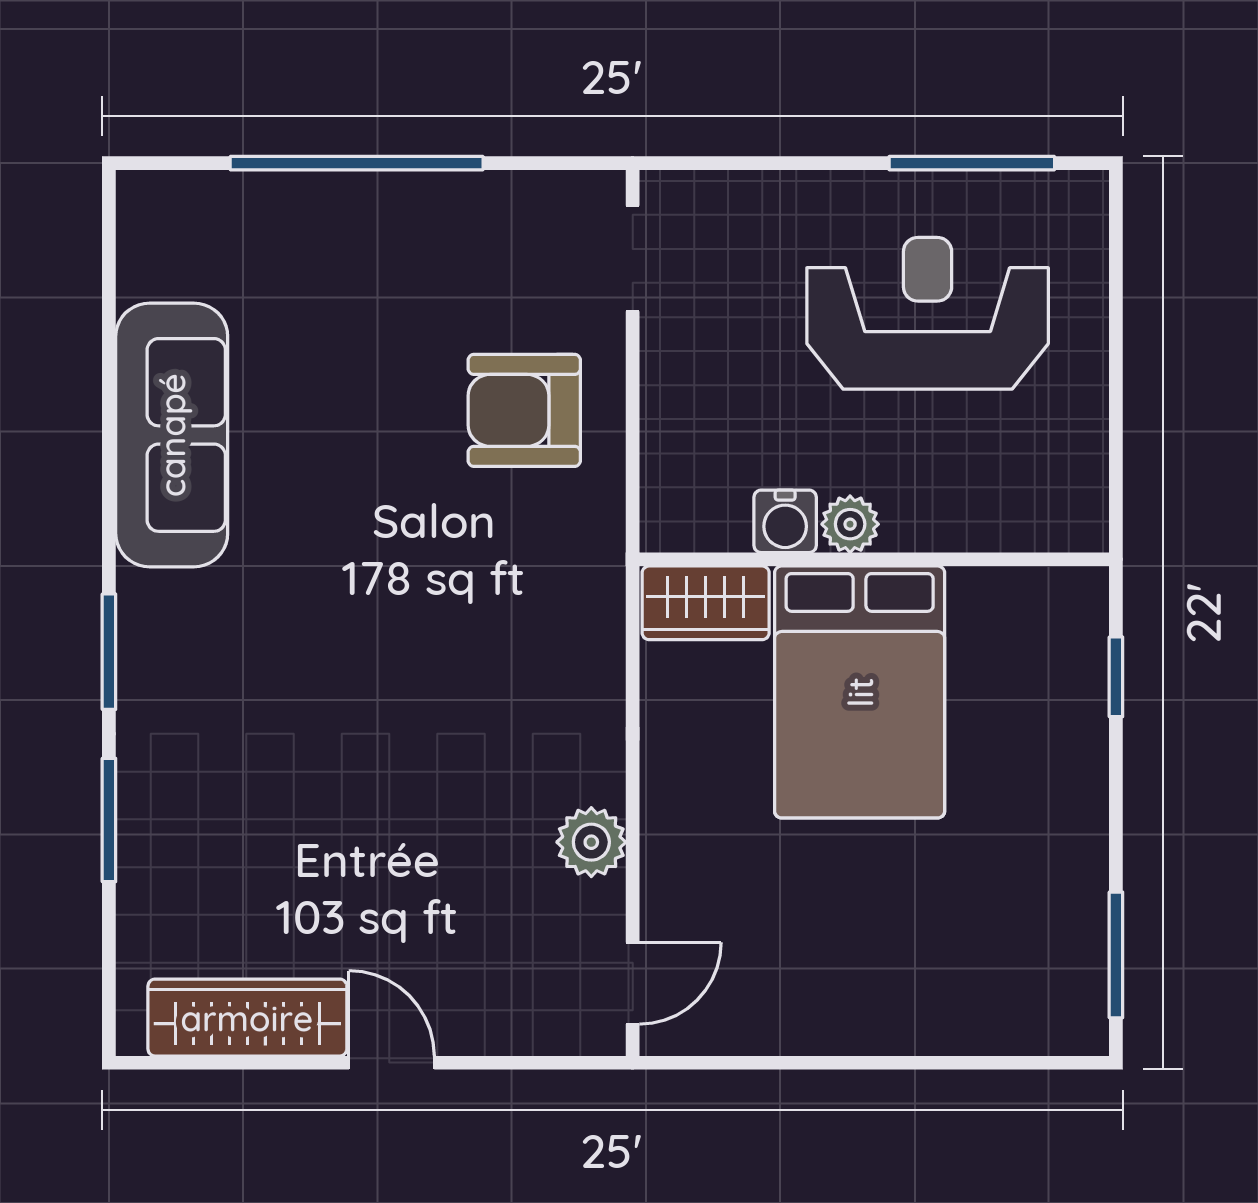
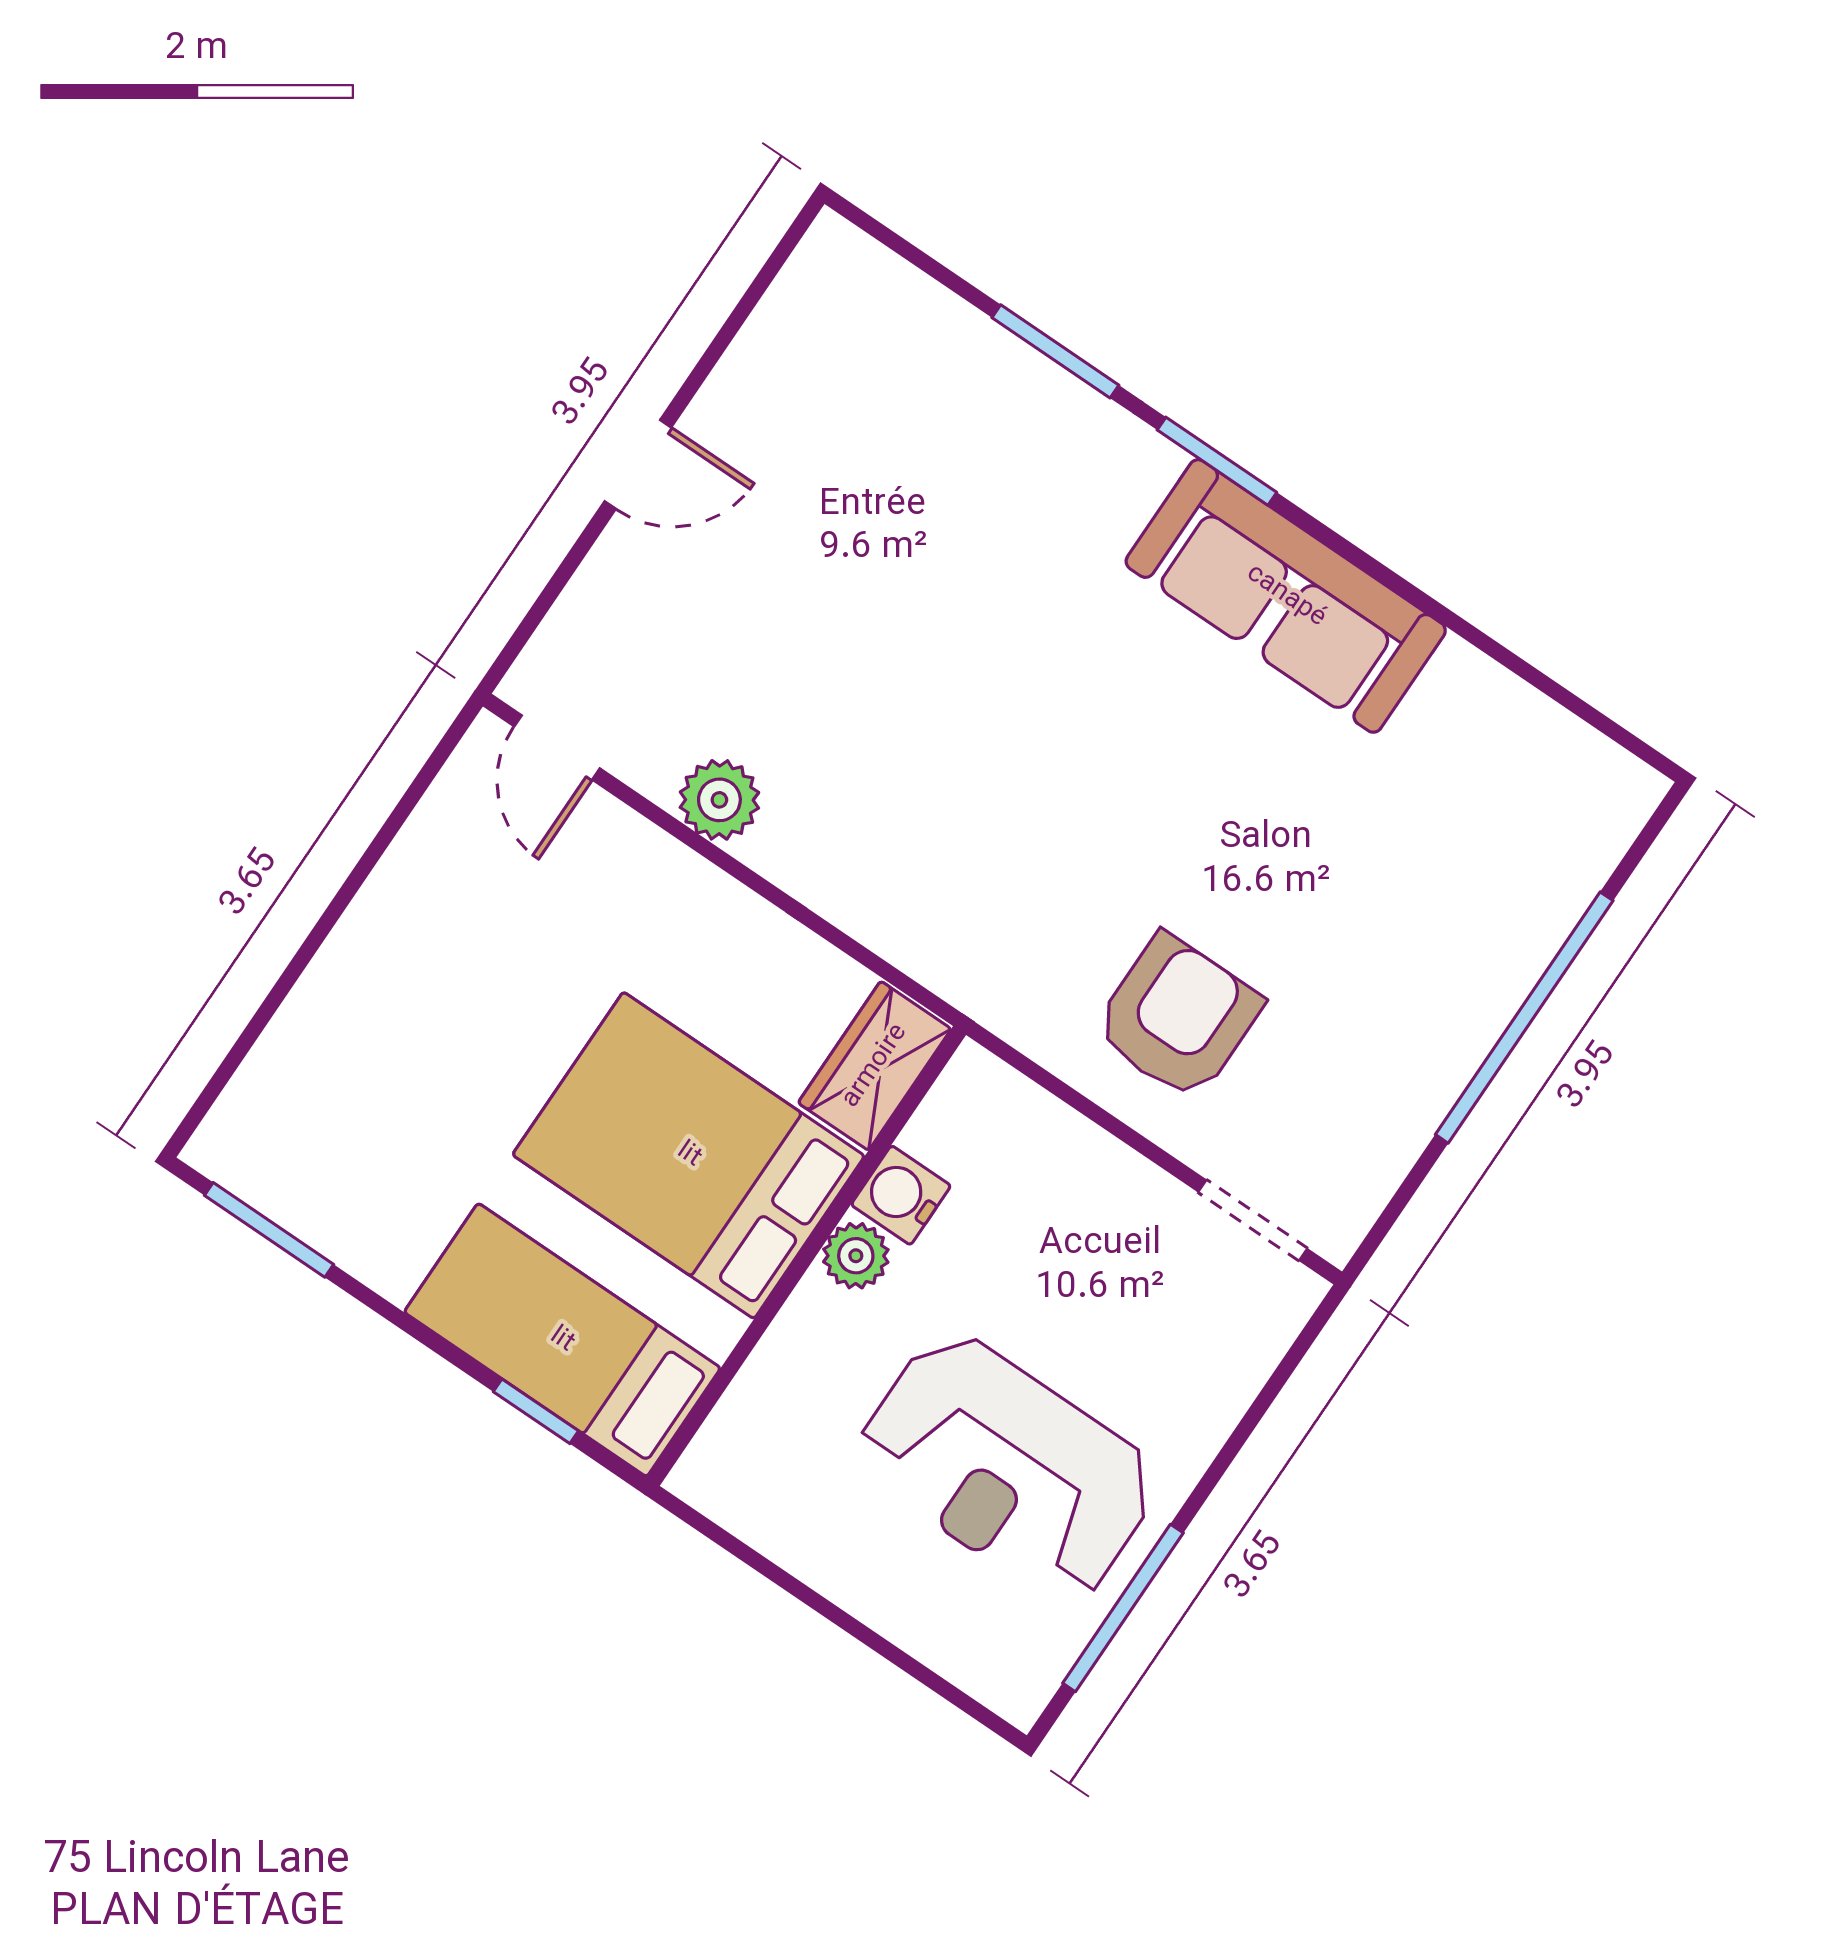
reception desk: (928, 313) -> (1008, 1468), turned 90
sofa: (172, 435) -> (1286, 596), moved
bed: (1052, 693) -> (562, 1340), added
wardrobe: (247, 1018) -> (775, 355), removed

